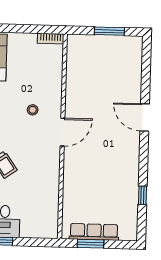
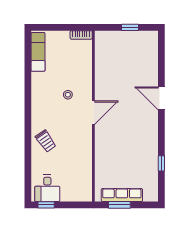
window: (109, 31) -> (130, 27), width x0.67

